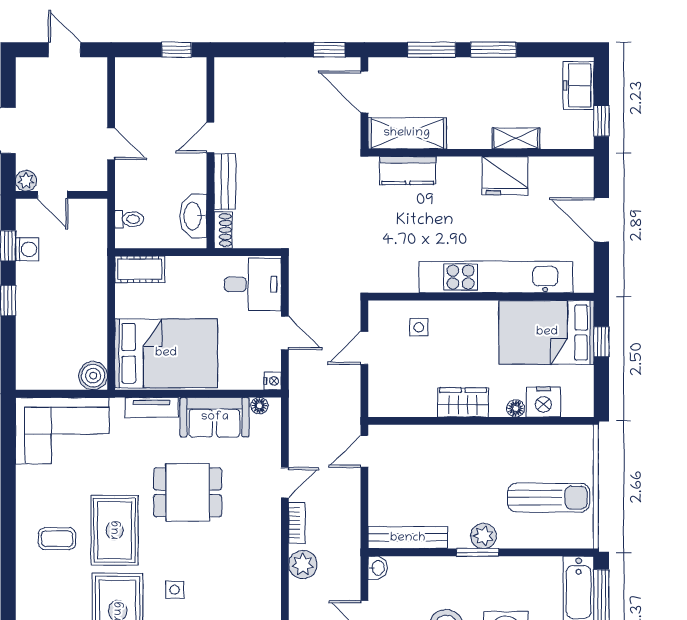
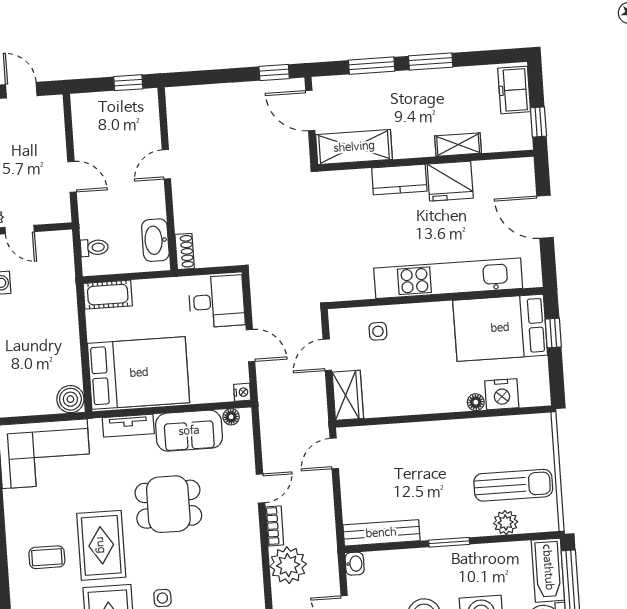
kitchen counter: (408, 170) -> (399, 180), moved
bench: (225, 182) -> (183, 205), removed
wardrobe: (463, 402) -> (348, 395), moved, turned 90
plant: (484, 536) -> (506, 522), moved
plant: (303, 565) -> (288, 565), width x1.36, depth x1.36

